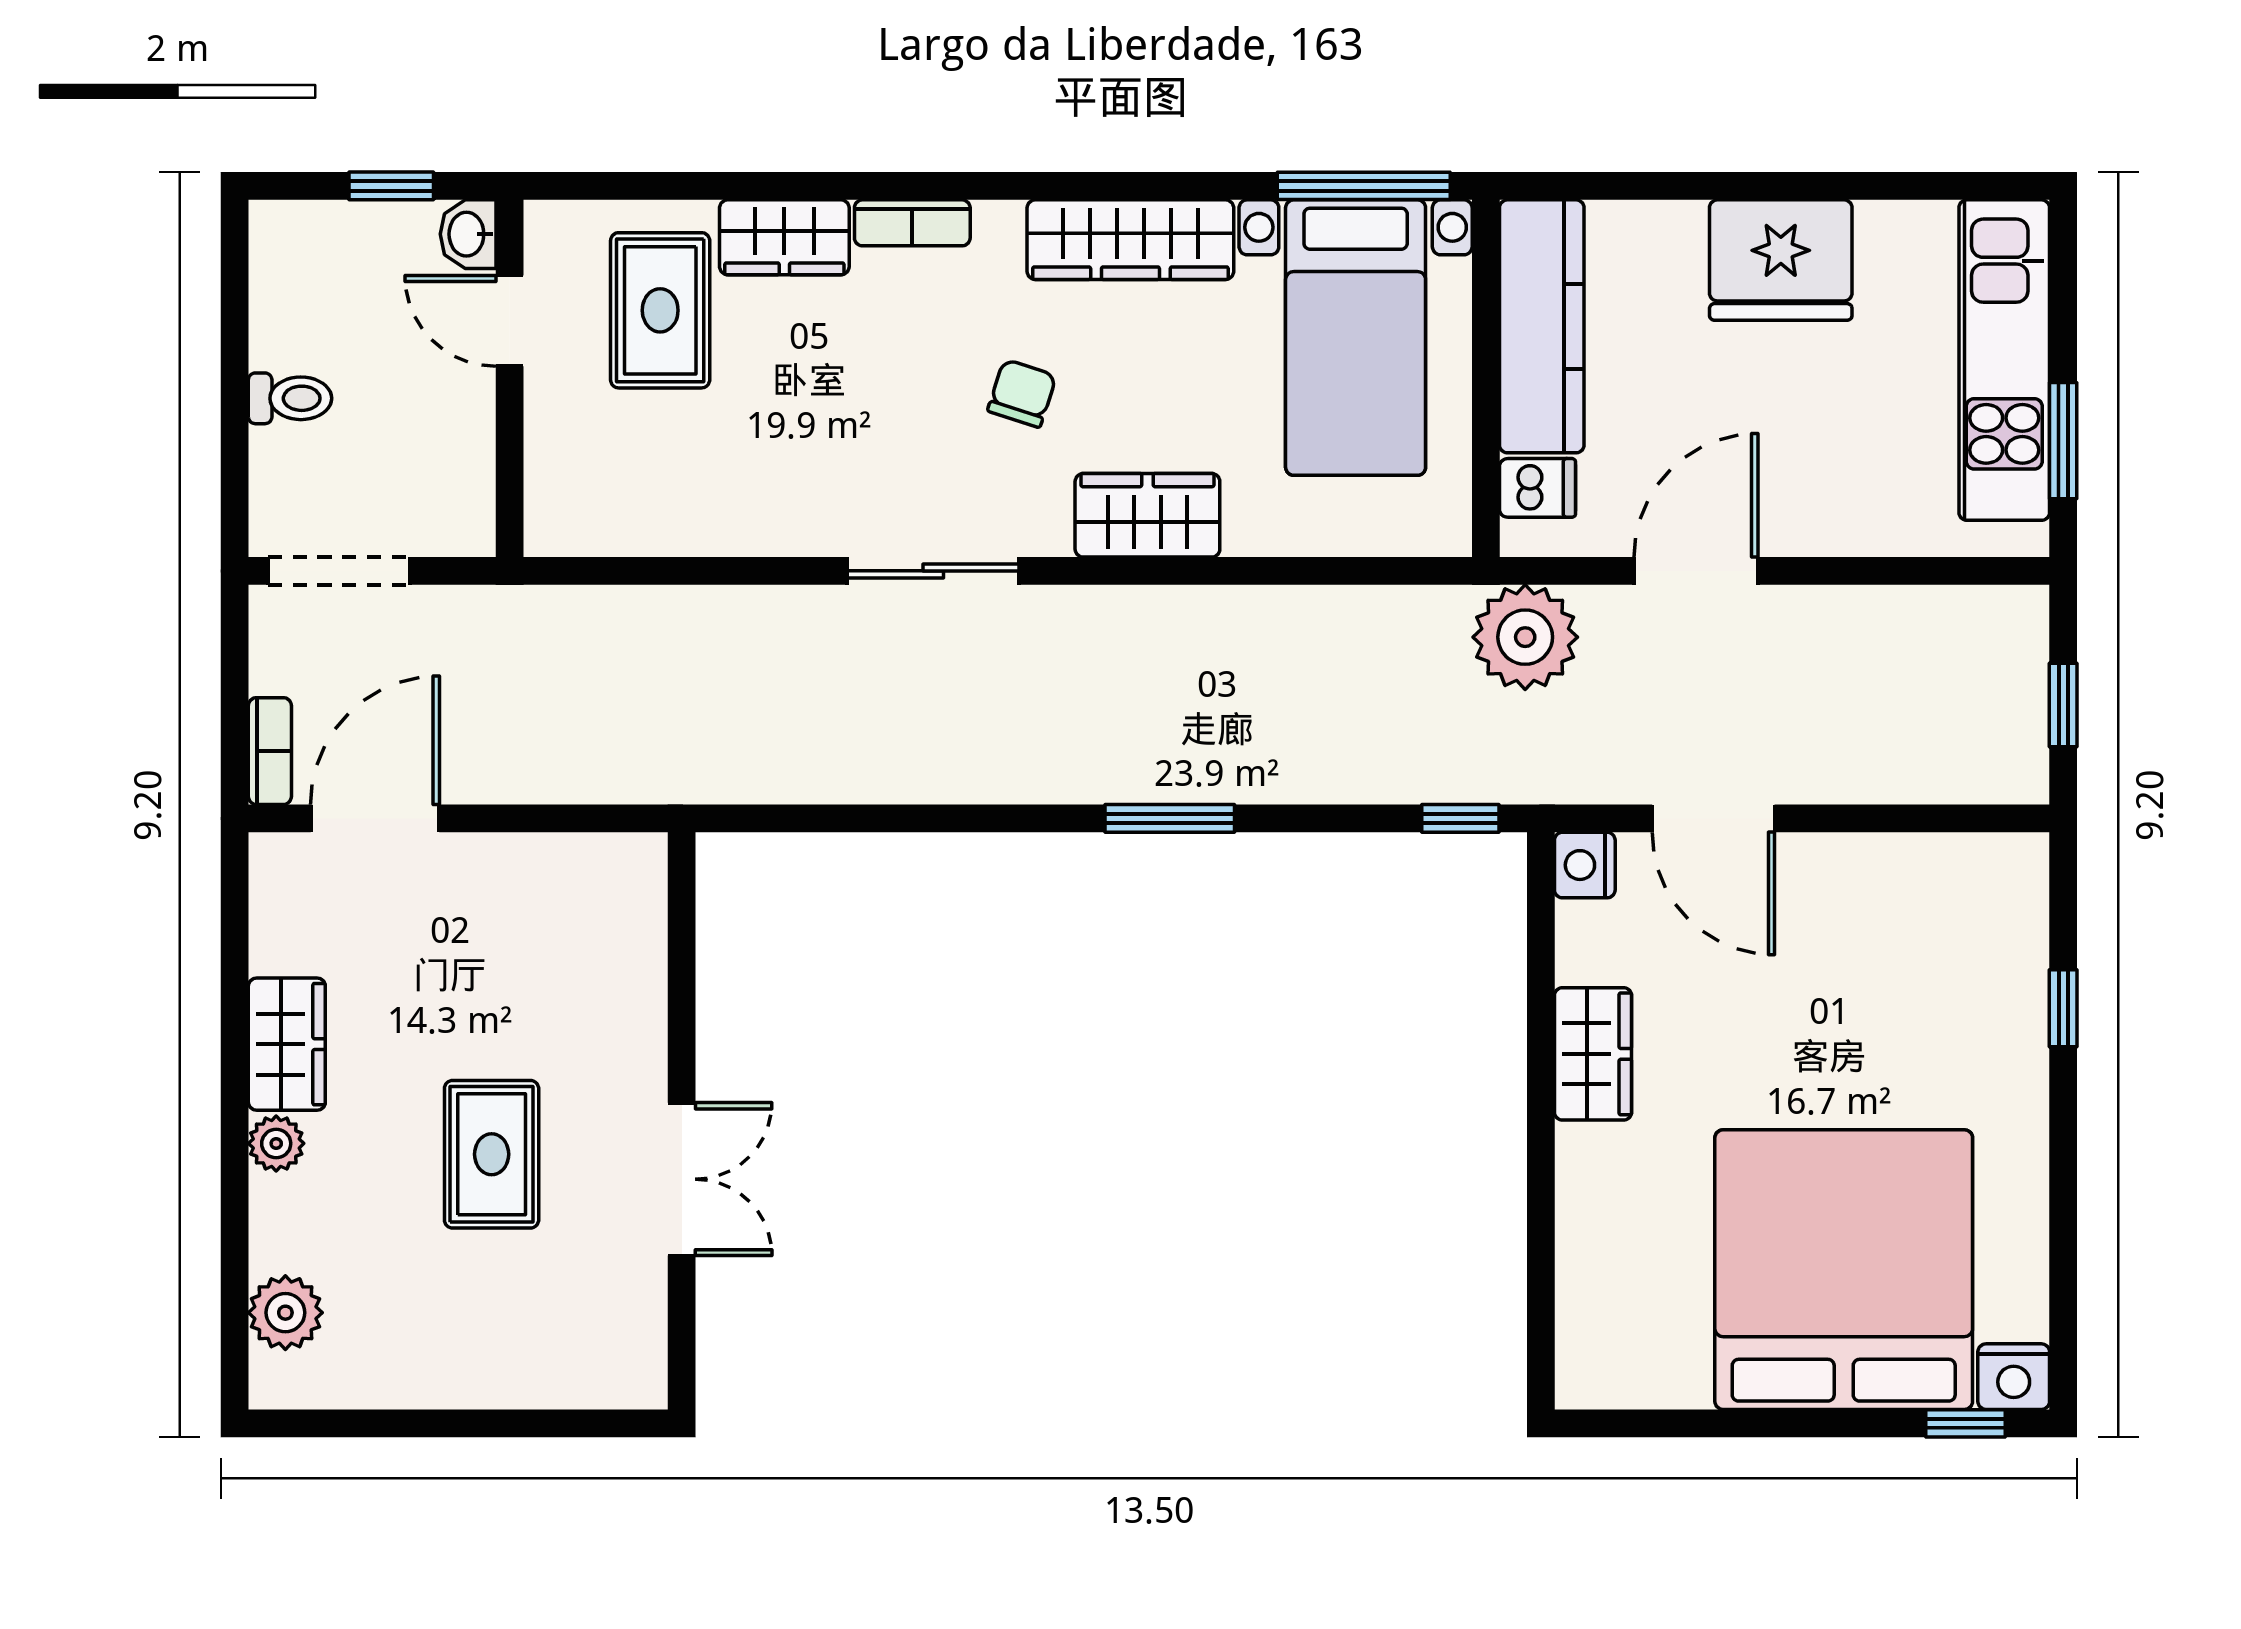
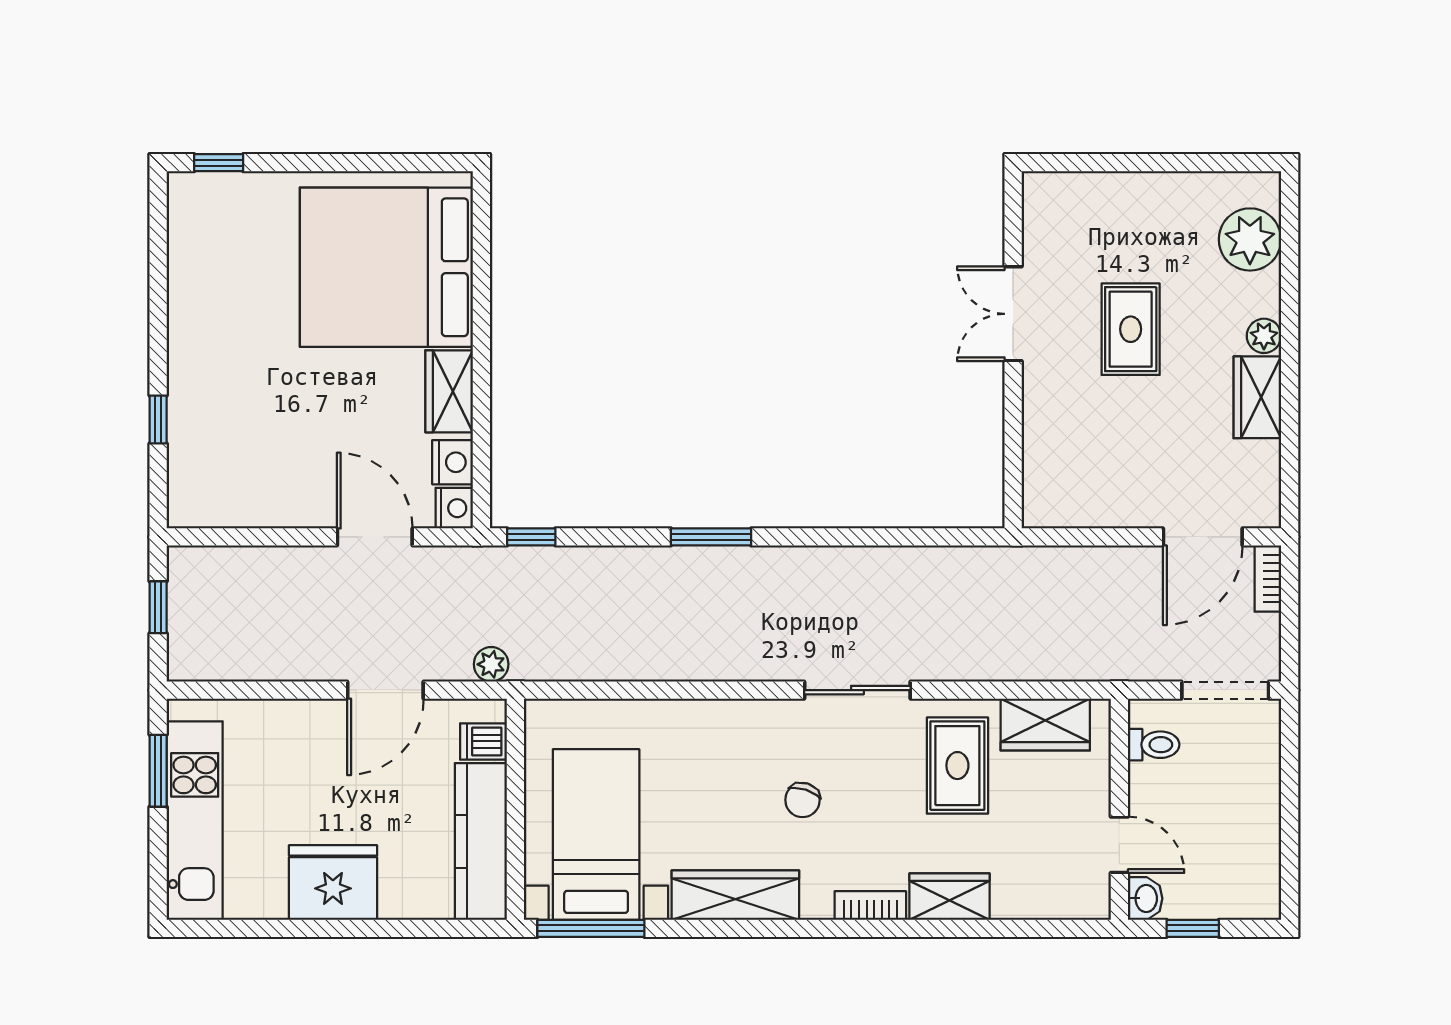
rug: (660, 310) -> (957, 766), moved
toilet: (290, 398) -> (1154, 745), moved, turned 180
wardrobe: (1147, 515) -> (1045, 725), moved
plant: (1525, 637) -> (491, 664), width x0.53, depth x0.53
bed: (1844, 1270) -> (386, 267), moved, turned 90
plant: (285, 1313) -> (1250, 239), width x1.36, depth x1.36
nightstand: (2014, 1377) -> (453, 462), moved, turned 90

